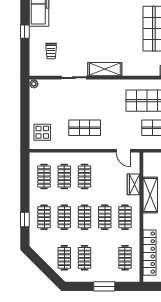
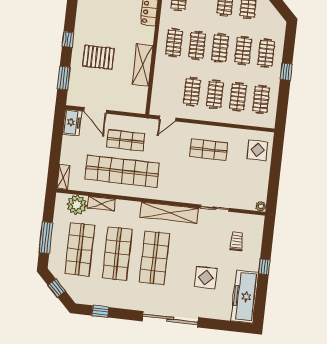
display table: (75, 17) -> (206, 278), added
shop shelf: (121, 29) -> (154, 258), added
shelving: (105, 69) -> (169, 213), width x1.47
door: (123, 151) -> (168, 119), swing flipped
clothes rail: (105, 177) -> (192, 92), added
wardrobe: (134, 184) -> (160, 79), removed
window: (25, 220) -> (286, 72), moved

